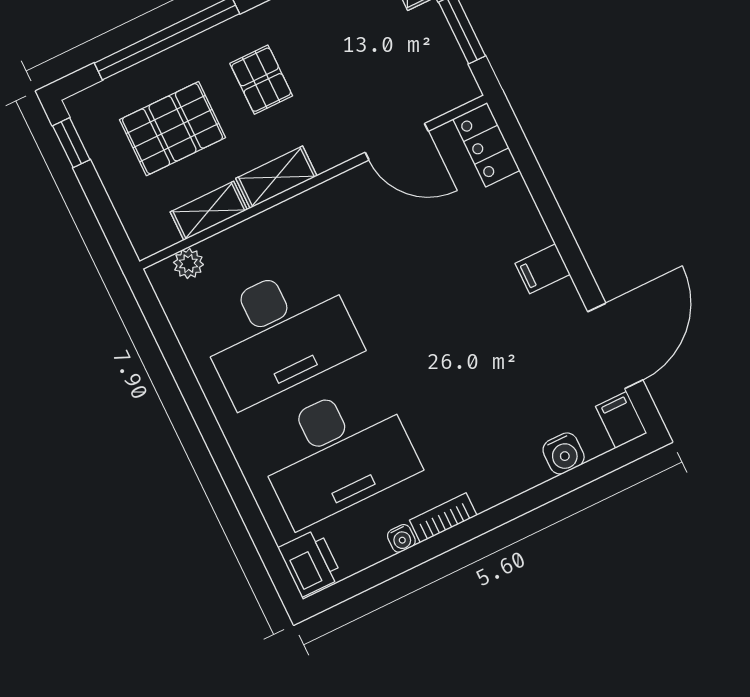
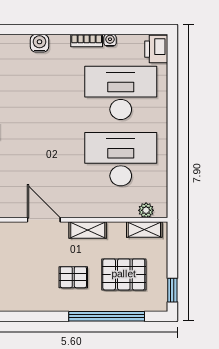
pallet: (261, 80) -> (73, 277), turned 90
door: (397, 142) -> (44, 220), moved
shelving: (209, 211) -> (144, 230), moved
water cooler: (564, 453) -> (40, 43), moved

